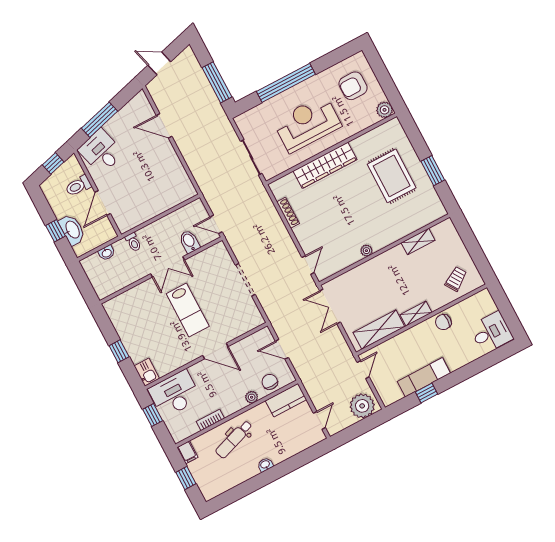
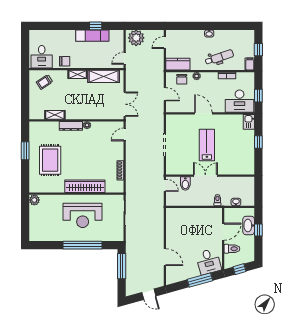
armchair: (353, 86) -> (45, 223), removed
dresser: (388, 238) -> (71, 126), added
desk: (491, 332) -> (42, 57), moved, turned -90

